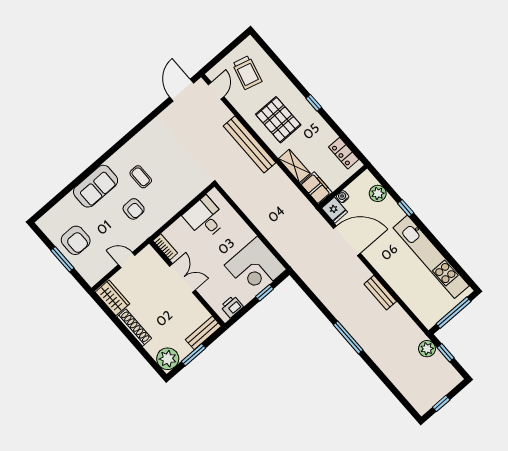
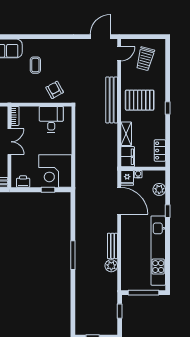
pallet: (278, 120) -> (140, 100), turned 90
armchair: (134, 209) -> (55, 90), moved, turned 151
plant: (427, 349) -> (111, 266), moved

